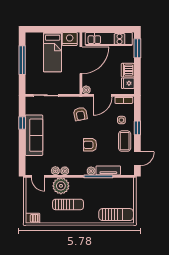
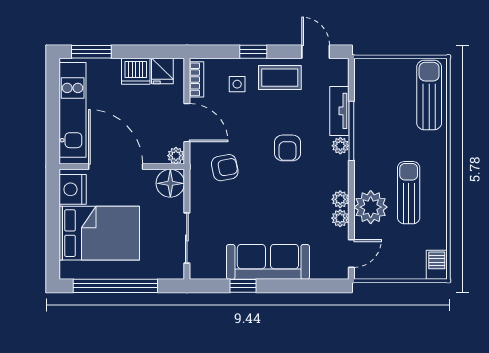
bed: (53, 52) -> (99, 233), width x1.50
window: (22, 60) -> (115, 286), width x1.46
floor lamp: (73, 87) -> (170, 183), added

